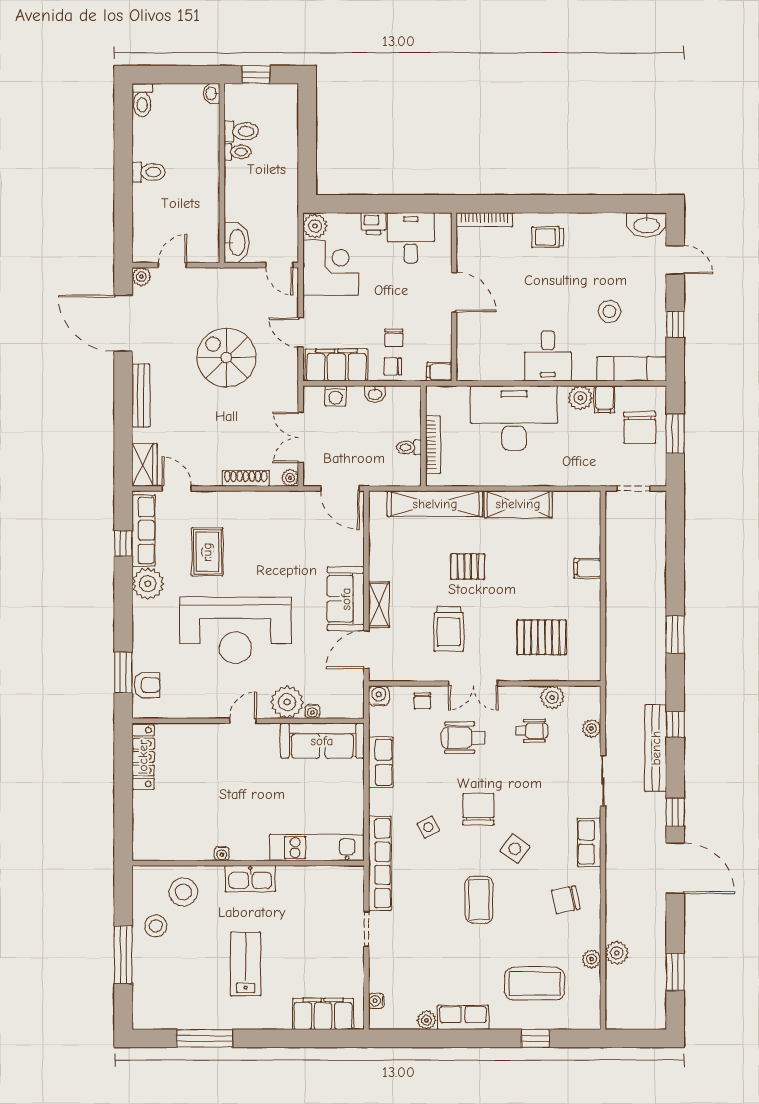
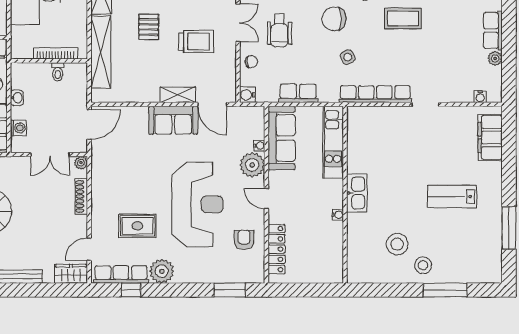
armchair: (147, 685) -> (244, 240), moved
locker: (143, 757) -> (277, 249), moved, turned 90
kitchen unit: (317, 848) -> (333, 142), moved
water cooler: (222, 854) -> (338, 215), moved
wall: (248, 863) -> (345, 195), moved
kitchen sink: (250, 879) -> (357, 193), moved

